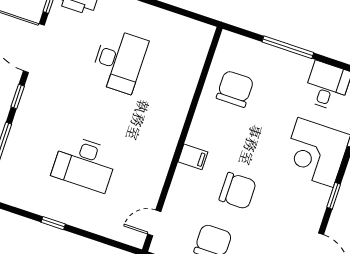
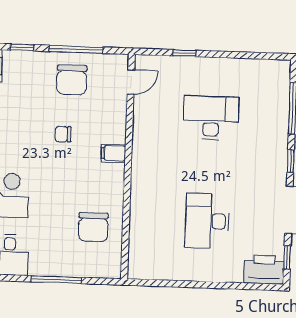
chair: (238, 191) -> (63, 134), width x0.54, depth x0.54
window: (53, 223) -> (184, 53), moved

